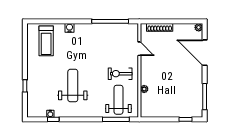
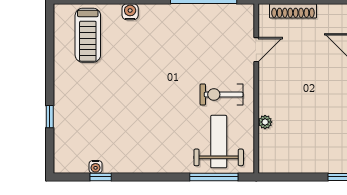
door: (139, 49) -> (256, 50), hinge flipped
weight bench: (73, 86) -> (136, 116), removed

